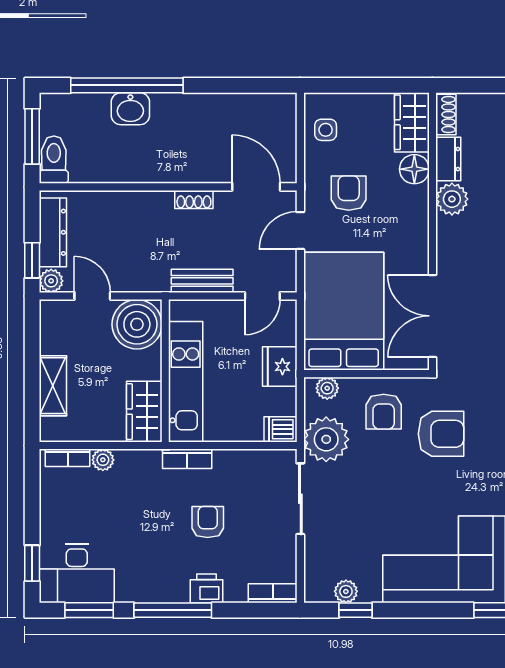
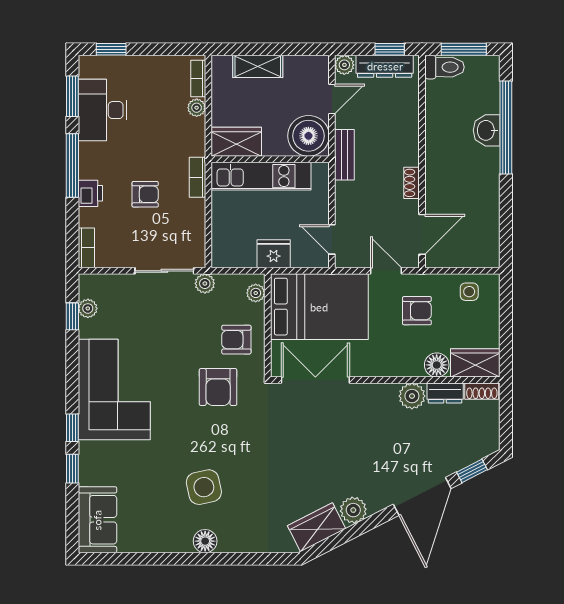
window: (32, 260) -> (390, 49), moved
bench: (202, 281) -> (344, 155), moved
dishwasher: (281, 429) -> (222, 254), removed
plant: (326, 439) -> (205, 283), width x0.53, depth x0.53
desk: (77, 574) -> (103, 110), moved

